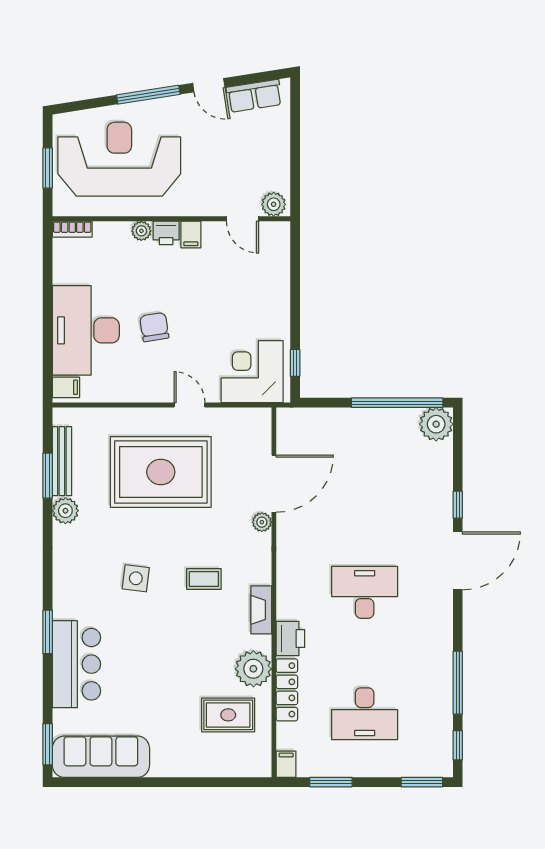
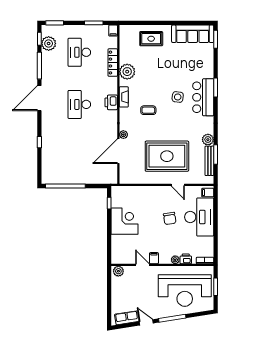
door: (242, 219) -> (142, 265), moved
printer: (166, 233) -> (186, 259), moved
corner desk: (252, 372) -> (125, 221), moved, turned -90
door: (189, 405) -> (178, 185), moved
plant: (436, 424) -> (49, 43), moved
door: (458, 561) -> (39, 98), moved
side table: (136, 578) -> (178, 97), moved
desk: (365, 592) -> (79, 104), turned 90
printer: (290, 639) -> (111, 102), moved
bar counter: (76, 664) -> (203, 97), moved
desk: (365, 714) -> (79, 52), turned -90
rug: (228, 715) -> (151, 39), moved

